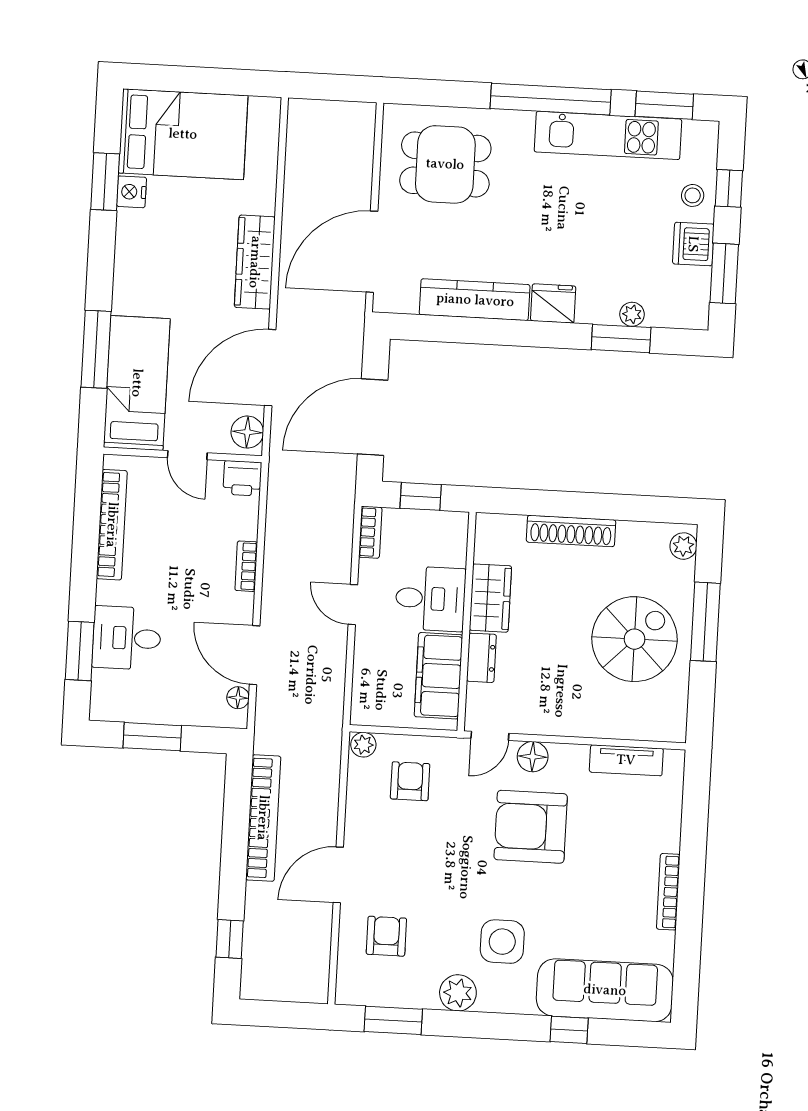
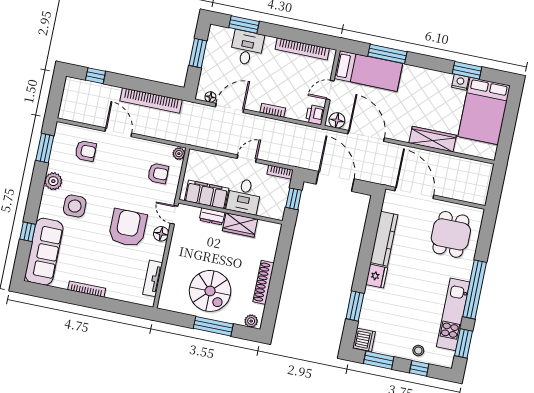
dishwasher: (693, 244) -> (364, 340), moved, turned 90
wardrobe: (255, 262) -> (433, 139), moved
plant: (632, 314) -> (366, 313), removed
shoe rack: (571, 531) -> (264, 282), moved

